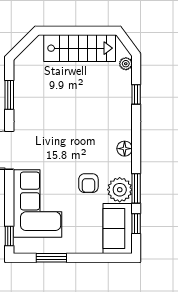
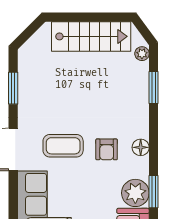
window: (136, 94) -> (154, 88), width x1.50
coffee table: (54, 147) -> (63, 146), added
armchair: (88, 183) -> (107, 149), moved

